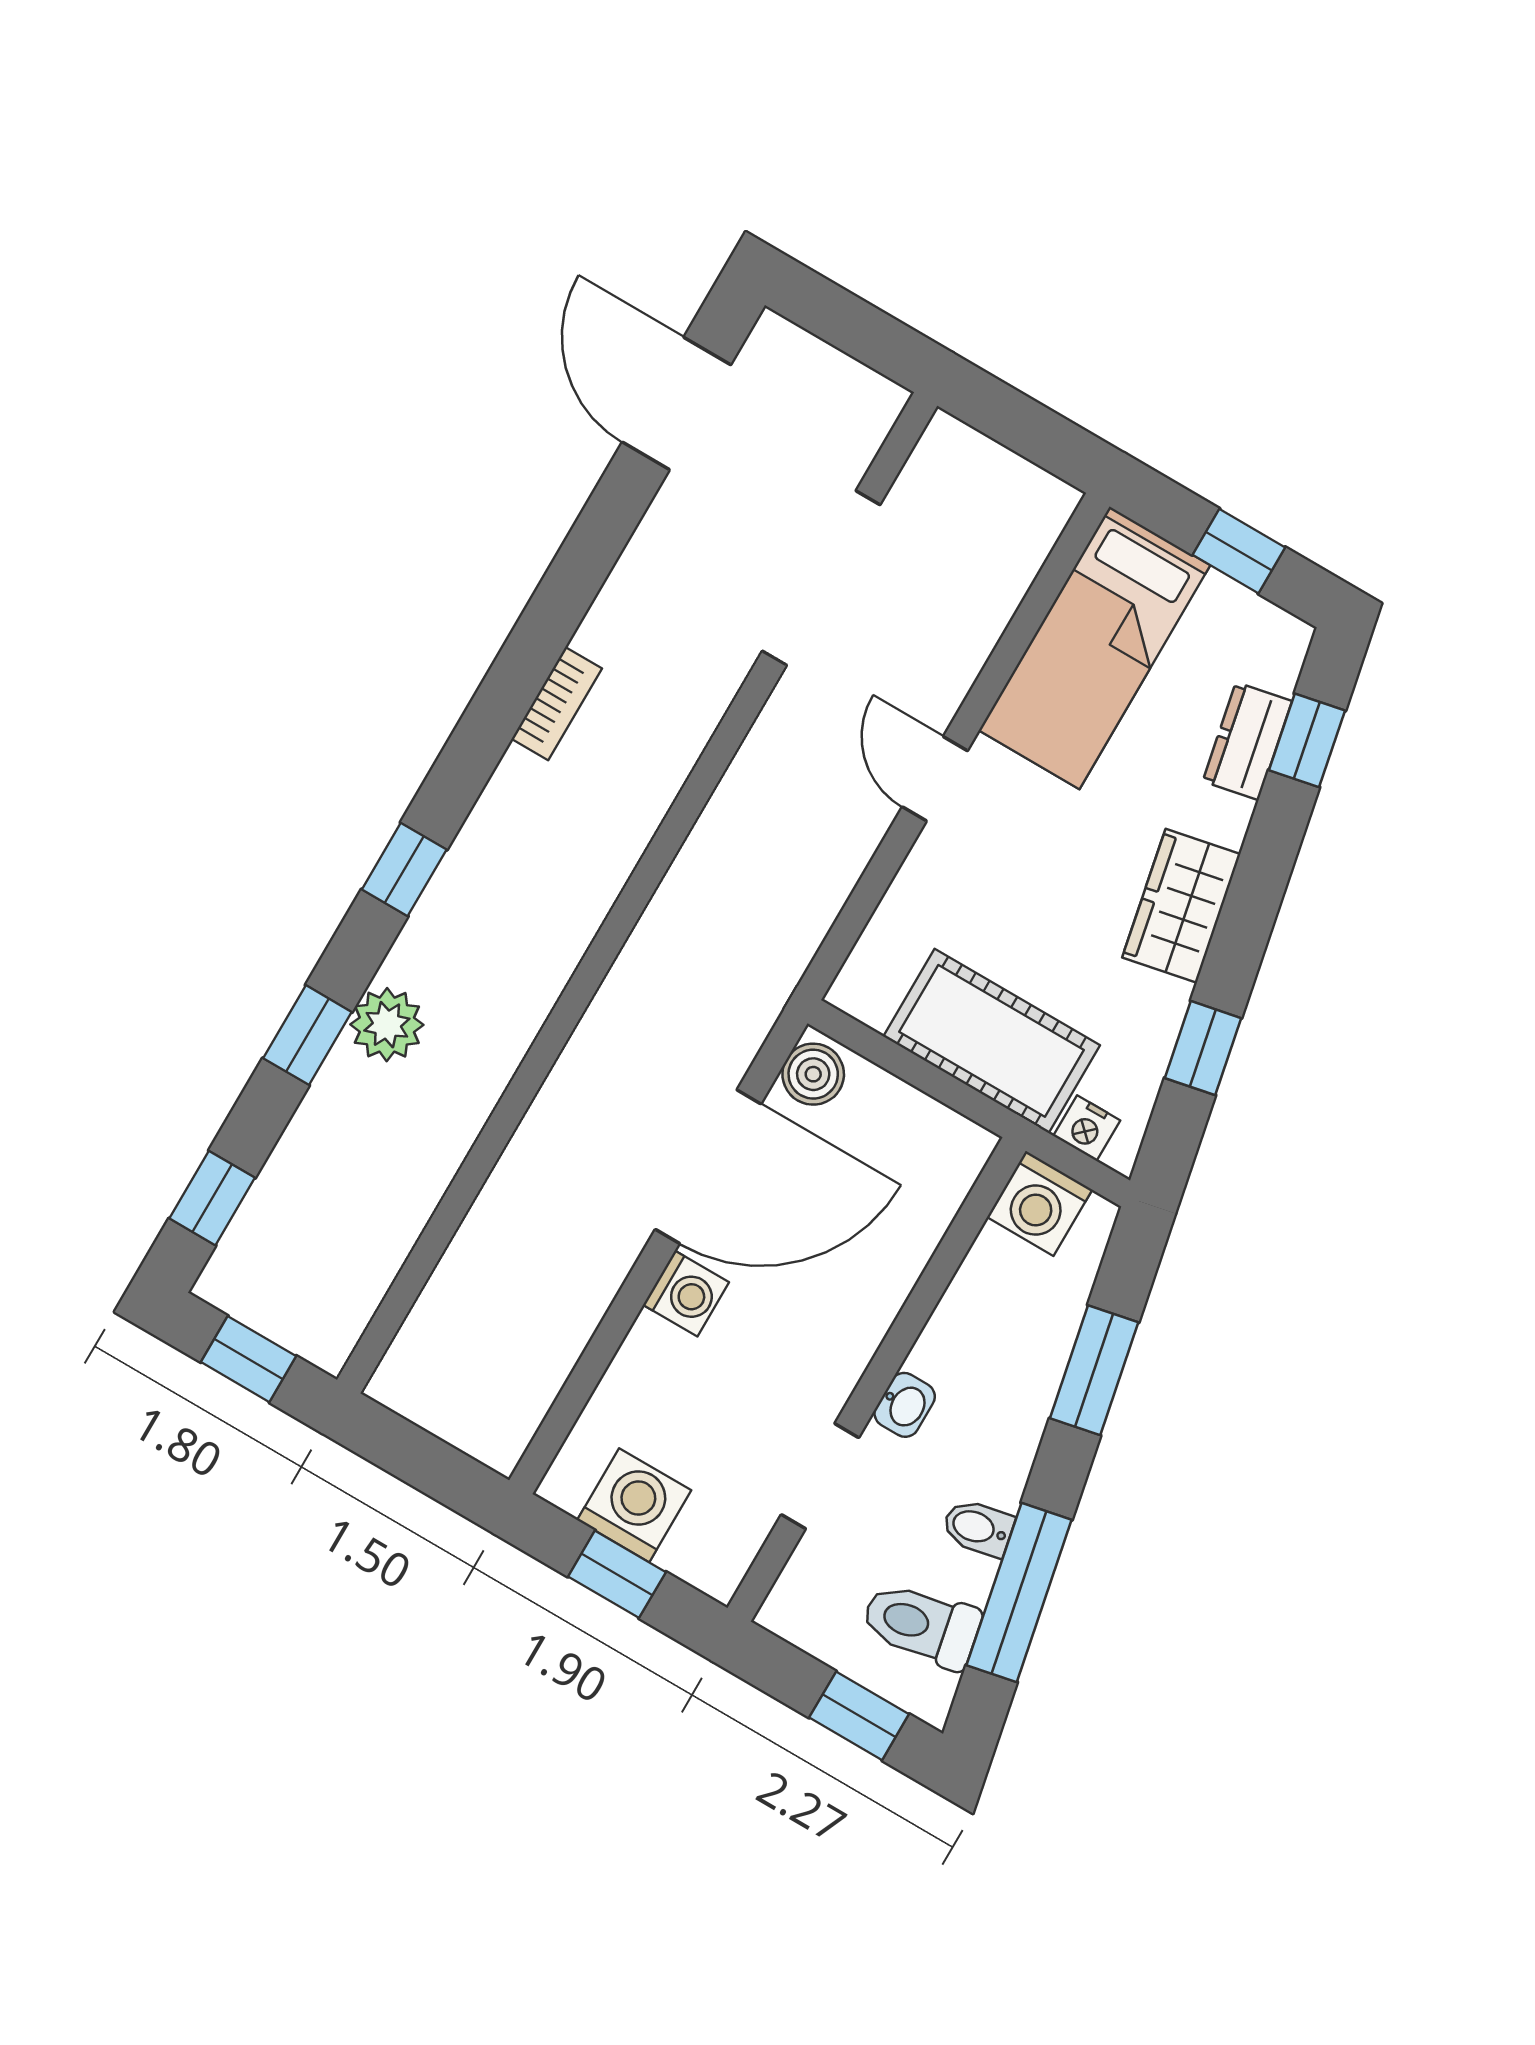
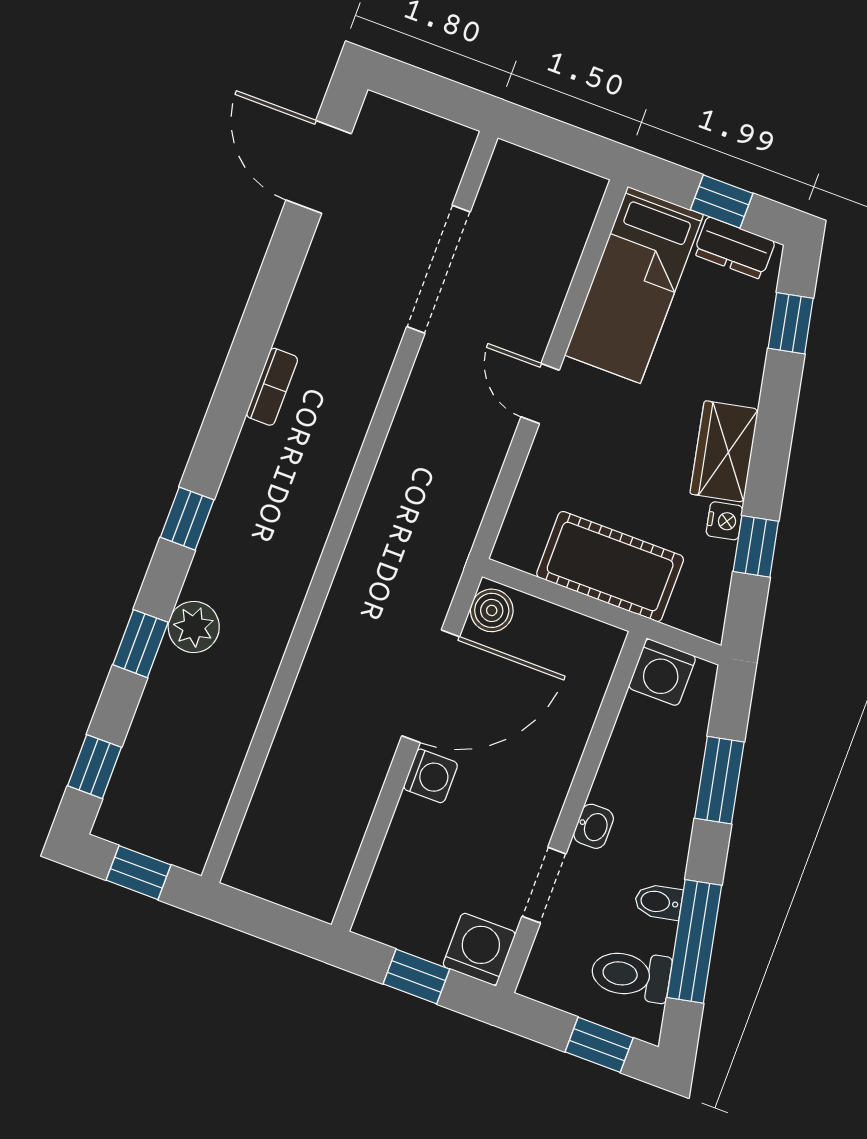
dresser: (1247, 741) -> (734, 248), moved, turned -78
nightstand: (1087, 1128) -> (724, 521), moved, turned -102
washing machine: (634, 1505) -> (479, 949), moved

